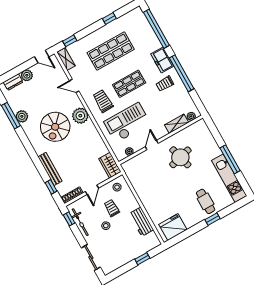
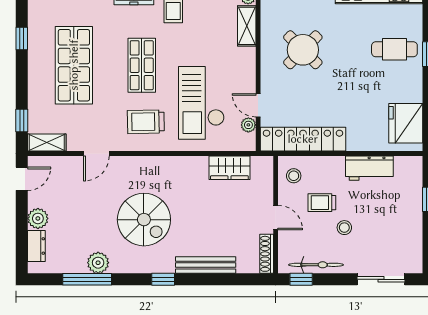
plant: (80, 116) -> (149, 170), removed
door: (152, 145) -> (258, 105), moved
round table: (180, 157) -> (303, 50), turned -30
wardrobe: (110, 165) -> (229, 168), moved
locker: (137, 182) -> (303, 139), added
window: (51, 187) -> (163, 279), moved

